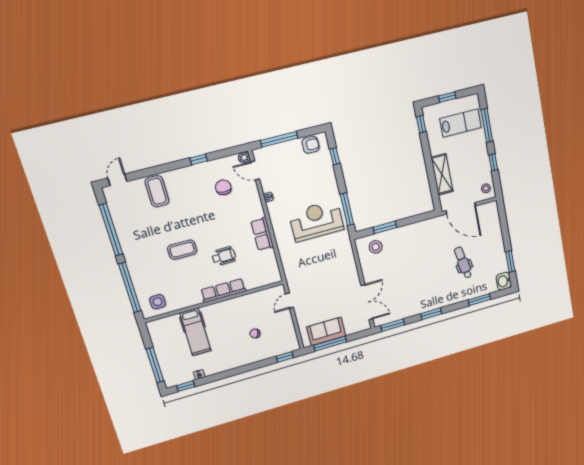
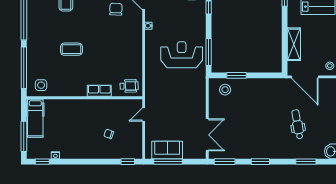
row of seats: (262, 234) -> (136, 54), removed
wheelchair: (224, 256) -> (129, 86), moved
row of seats: (223, 290) -> (99, 91), width x0.68
hospital bed: (195, 332) -> (35, 118), moved

